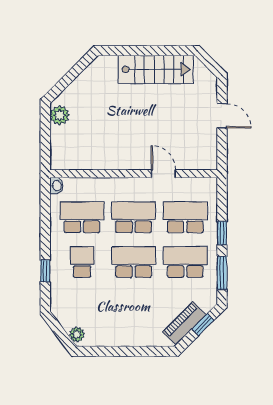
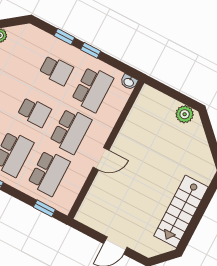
door: (163, 174) -> (101, 159), moved
window: (222, 233) -> (44, 208), moved
window: (45, 239) -> (91, 50), added
school desk: (134, 262) -> (34, 112), width x0.54

